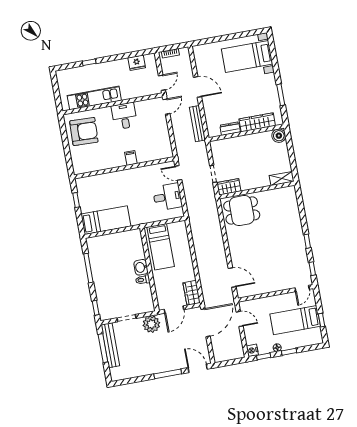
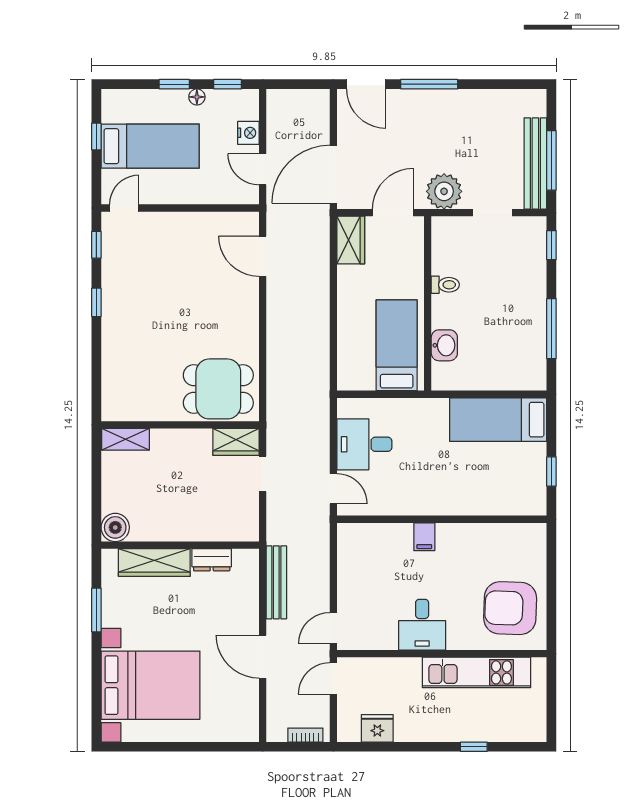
bed with nightstands: (247, 56) -> (151, 685), width x1.36
washbasin: (141, 267) -> (444, 345), moved
nightstand: (252, 350) -> (248, 133), moved

